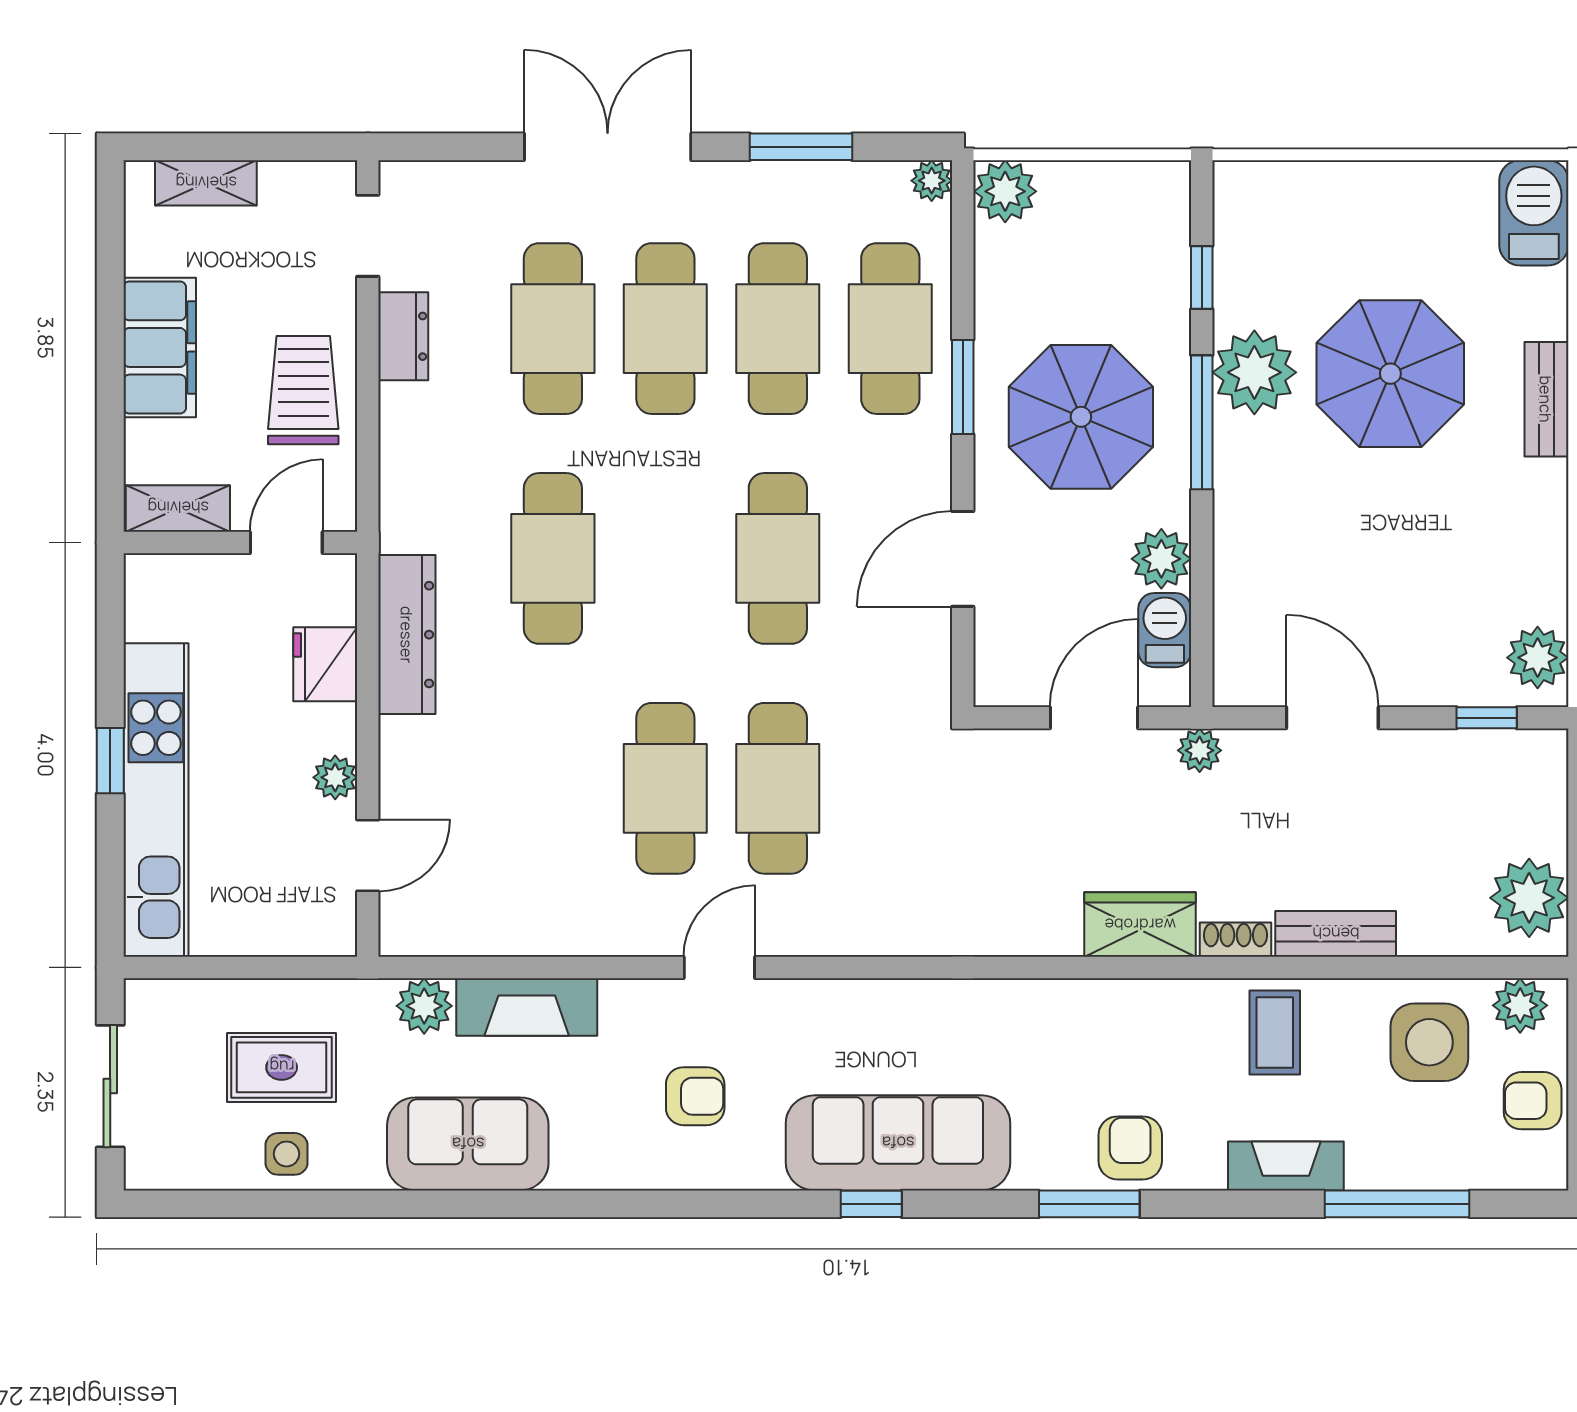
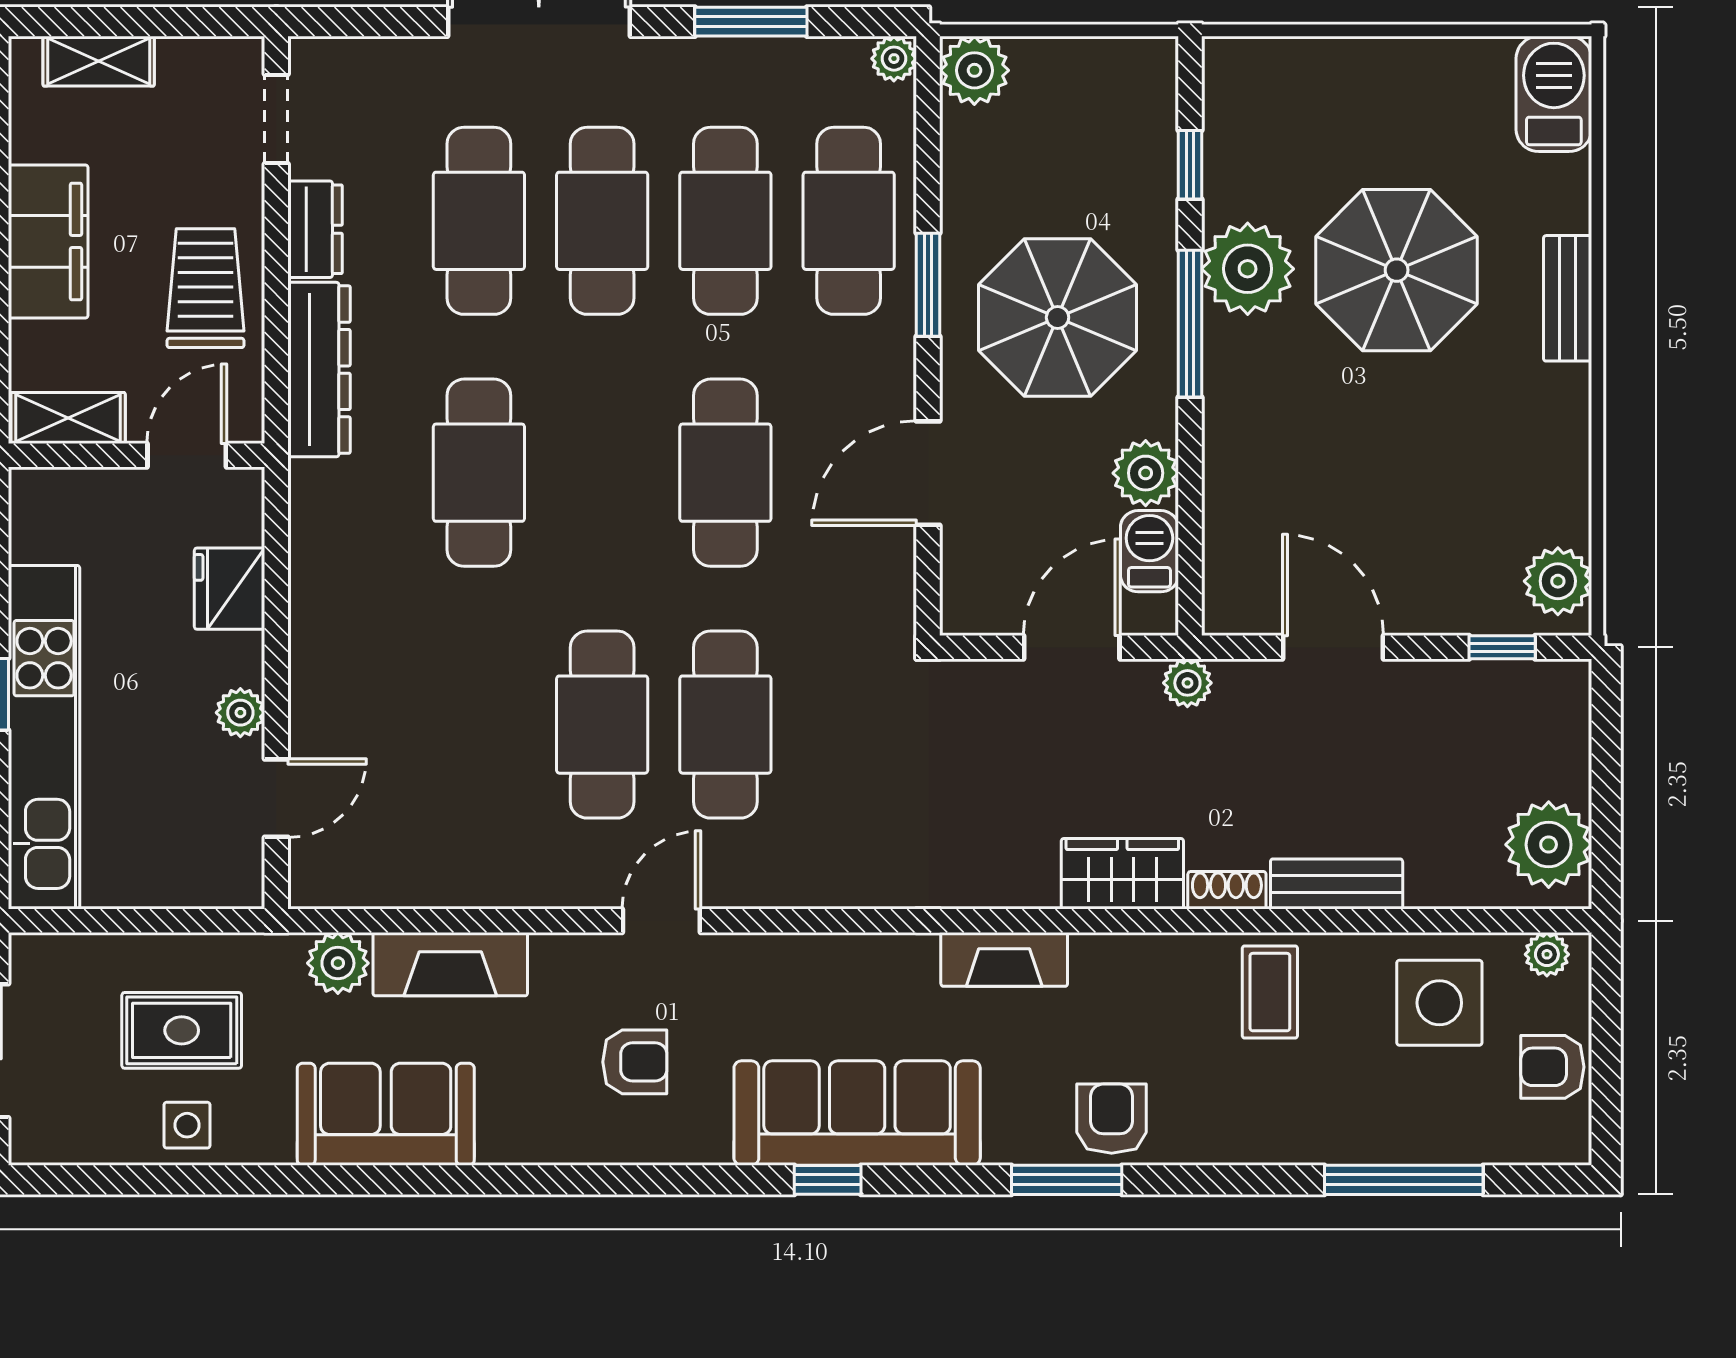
dresser: (407, 635) -> (319, 370), moved
plant: (1520, 1005) -> (1547, 954), width x0.73, depth x0.73
fireplace: (1286, 1166) -> (1004, 959), moved, turned 180

